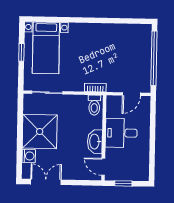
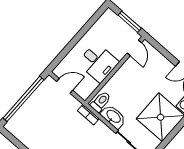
washbasin: (95, 142) -> (113, 117), moved, turned -90
window: (123, 183) -> (130, 22), width x1.50

